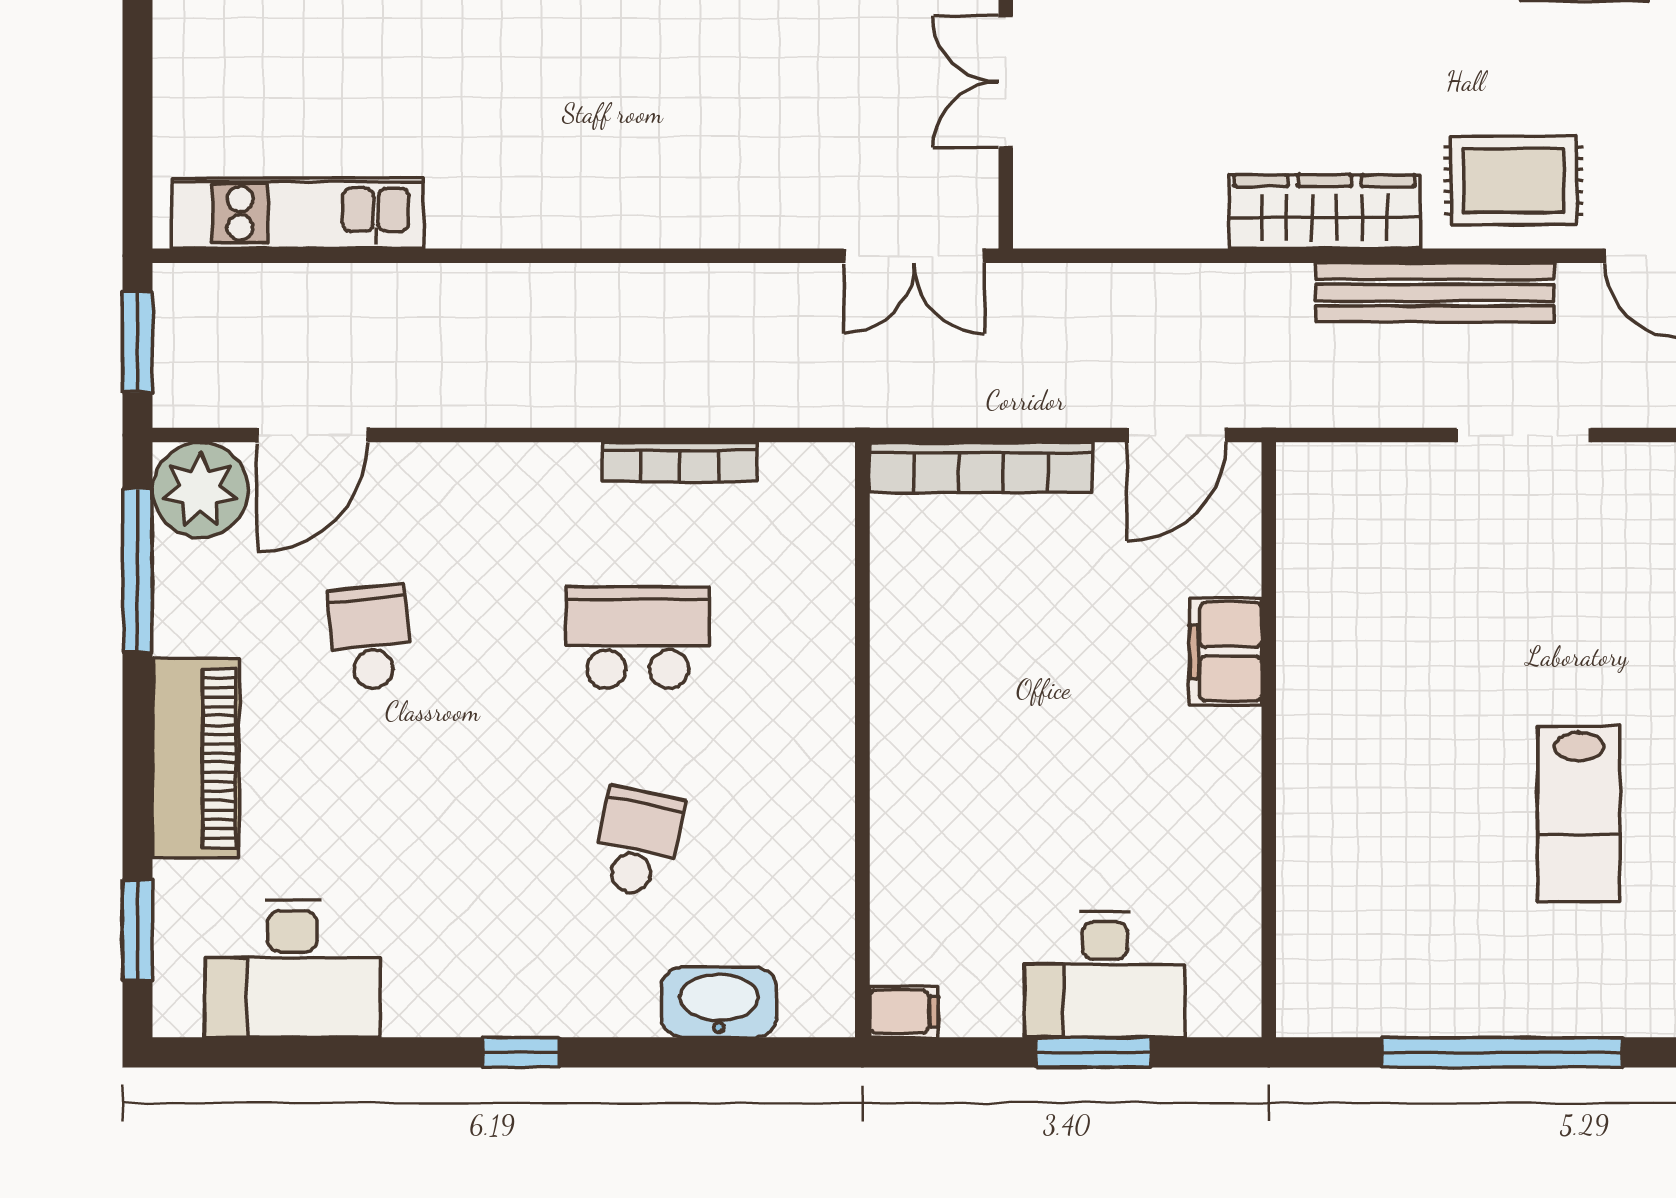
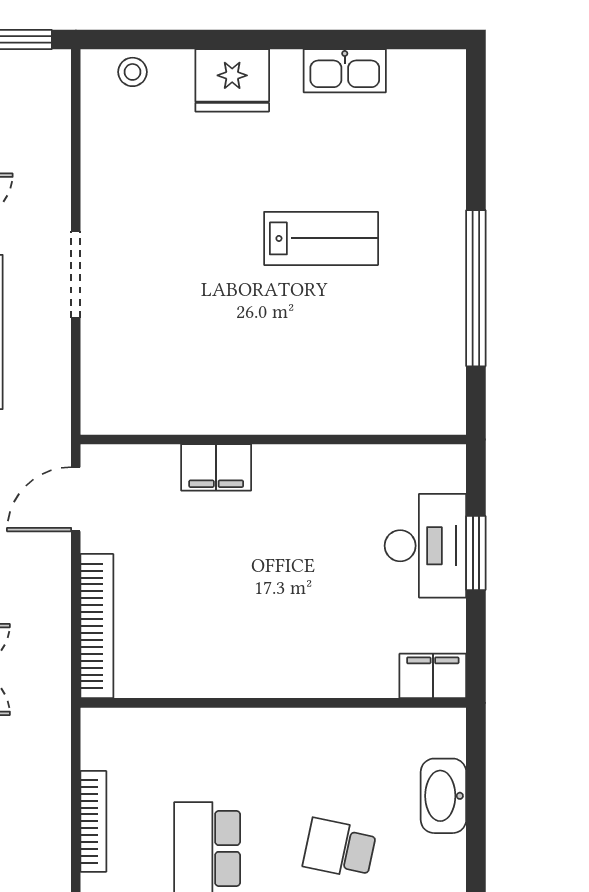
door: (1177, 435) -> (76, 499), swing flipped
filing cabinet: (904, 1012) -> (433, 676), width x2.00

